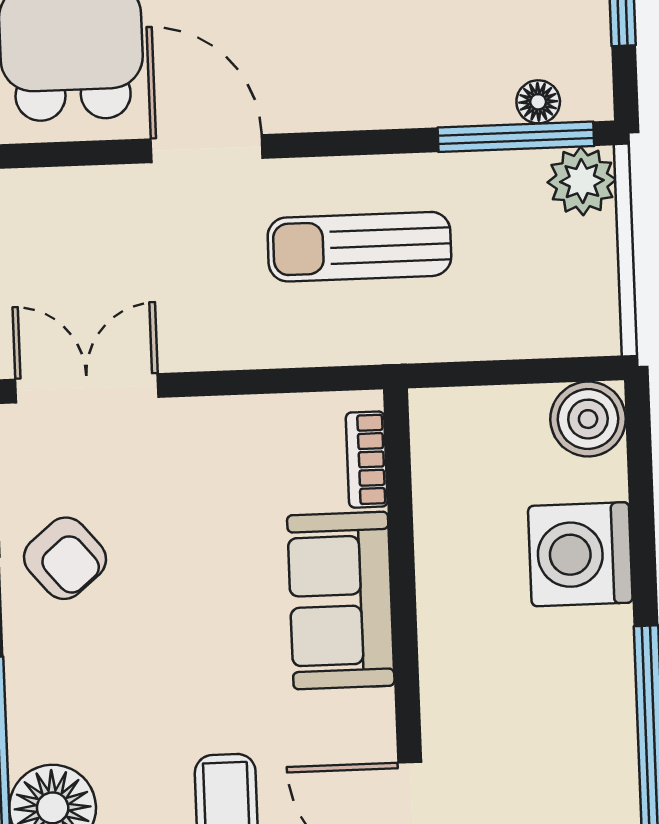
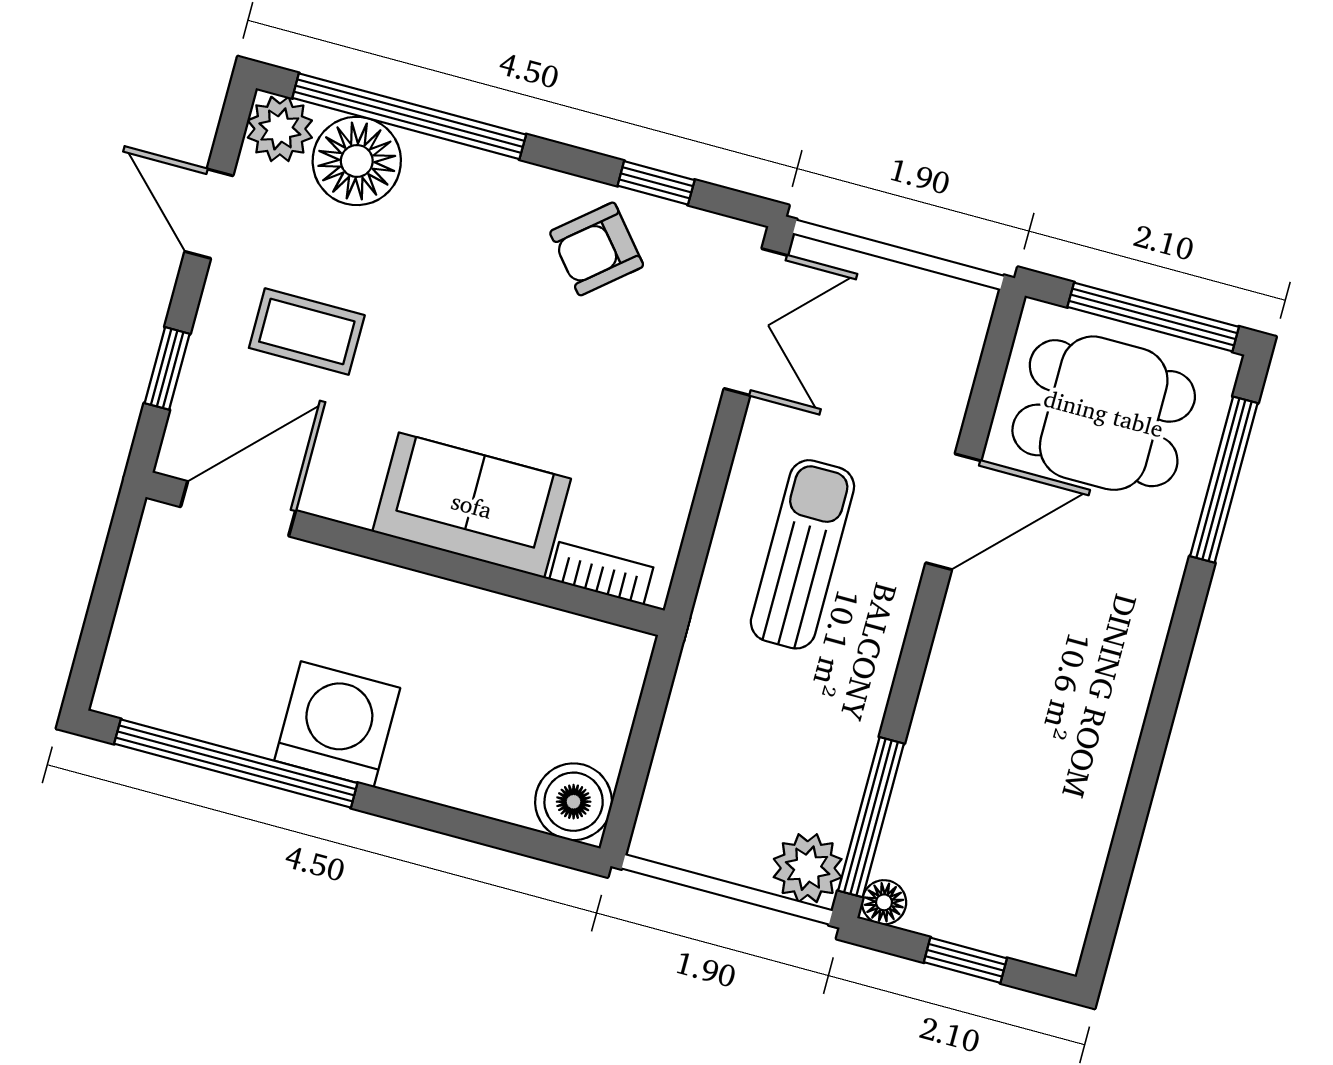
floor lamp: (538, 102) -> (884, 902), moved
sun lounger: (359, 247) -> (802, 554), moved
washing machine: (580, 554) -> (337, 724), moved

